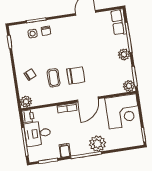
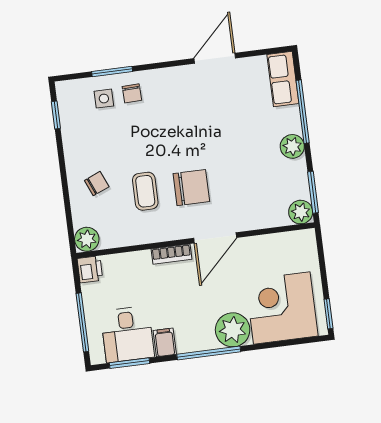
corner desk: (123, 111) -> (282, 308), moved, turned 180
desk: (38, 133) -> (127, 334), moved, turned -90

